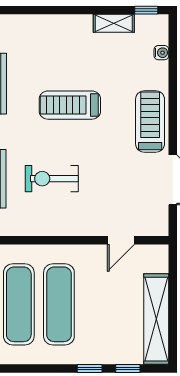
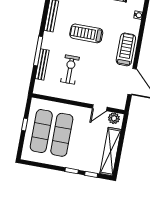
exercise bike: (52, 179) -> (70, 69), turned 90
plant: (151, 255) -> (114, 118), added

